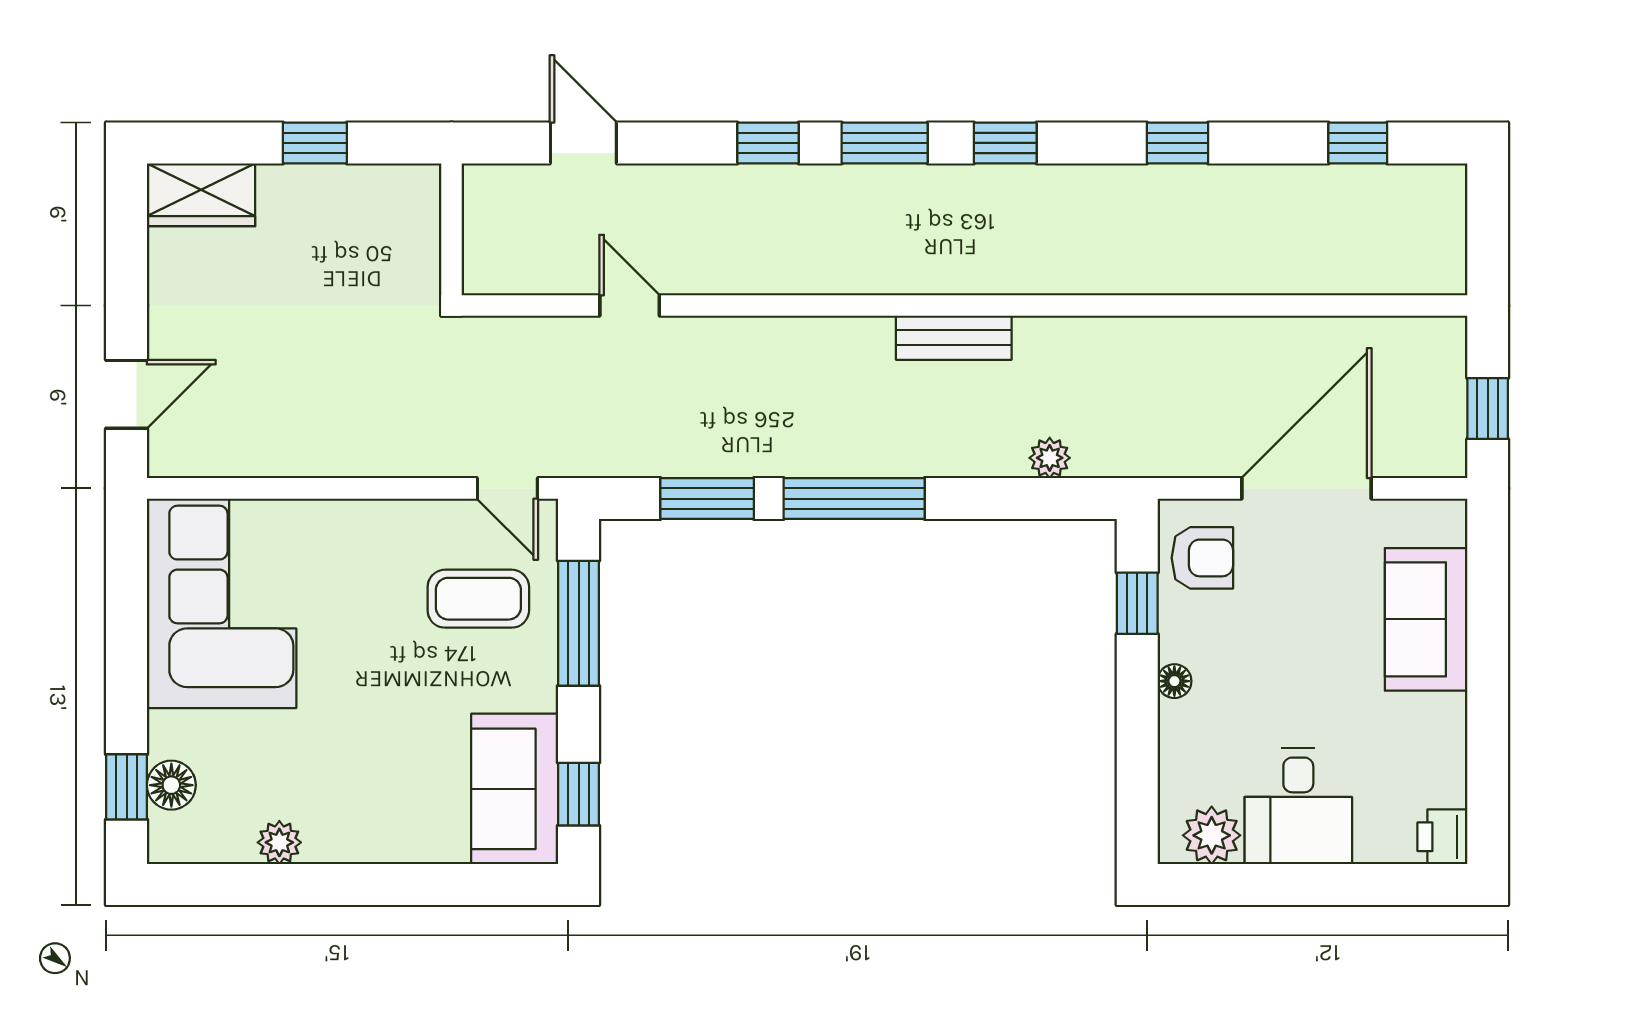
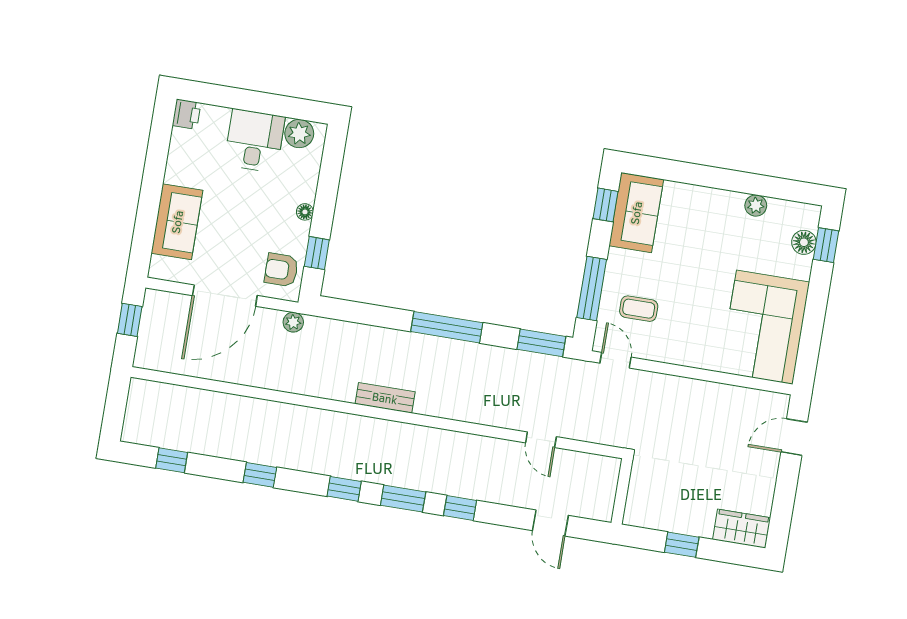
plant: (1050, 458) -> (293, 322), moved
window: (707, 499) -> (541, 343), moved
coffee table: (478, 599) -> (639, 309), width x0.73, depth x0.77

